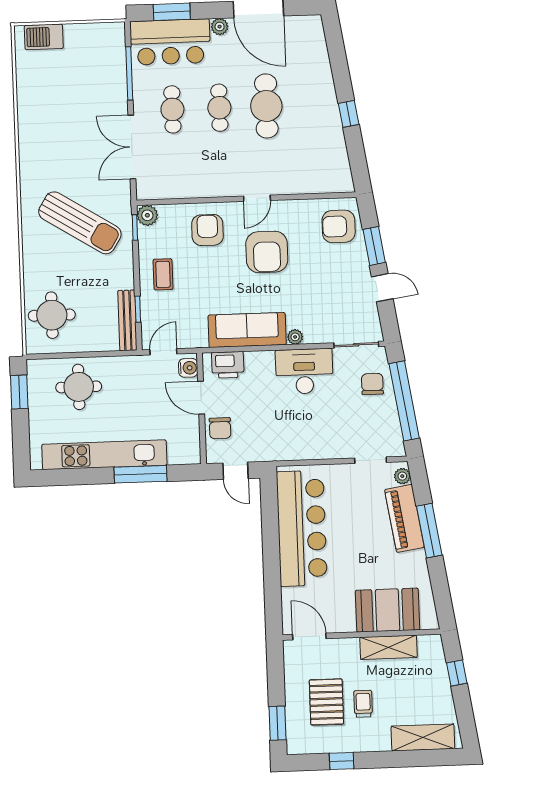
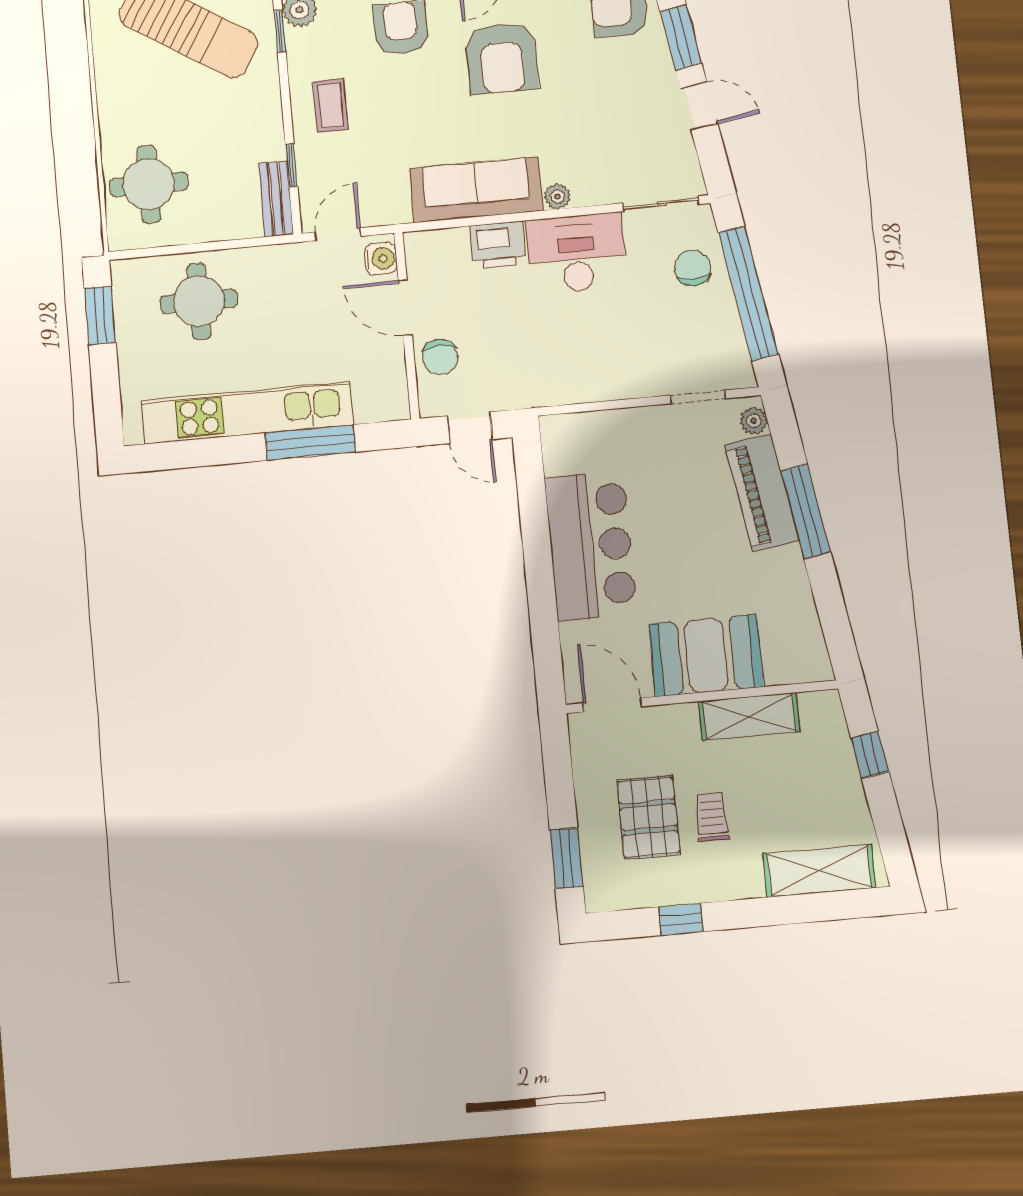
bench: (127, 320) -> (276, 199), width x0.73
printer: (228, 365) -> (498, 245), moved
bar counter: (302, 528) -> (591, 546), width x0.73
booth: (388, 610) -> (706, 655), moved

